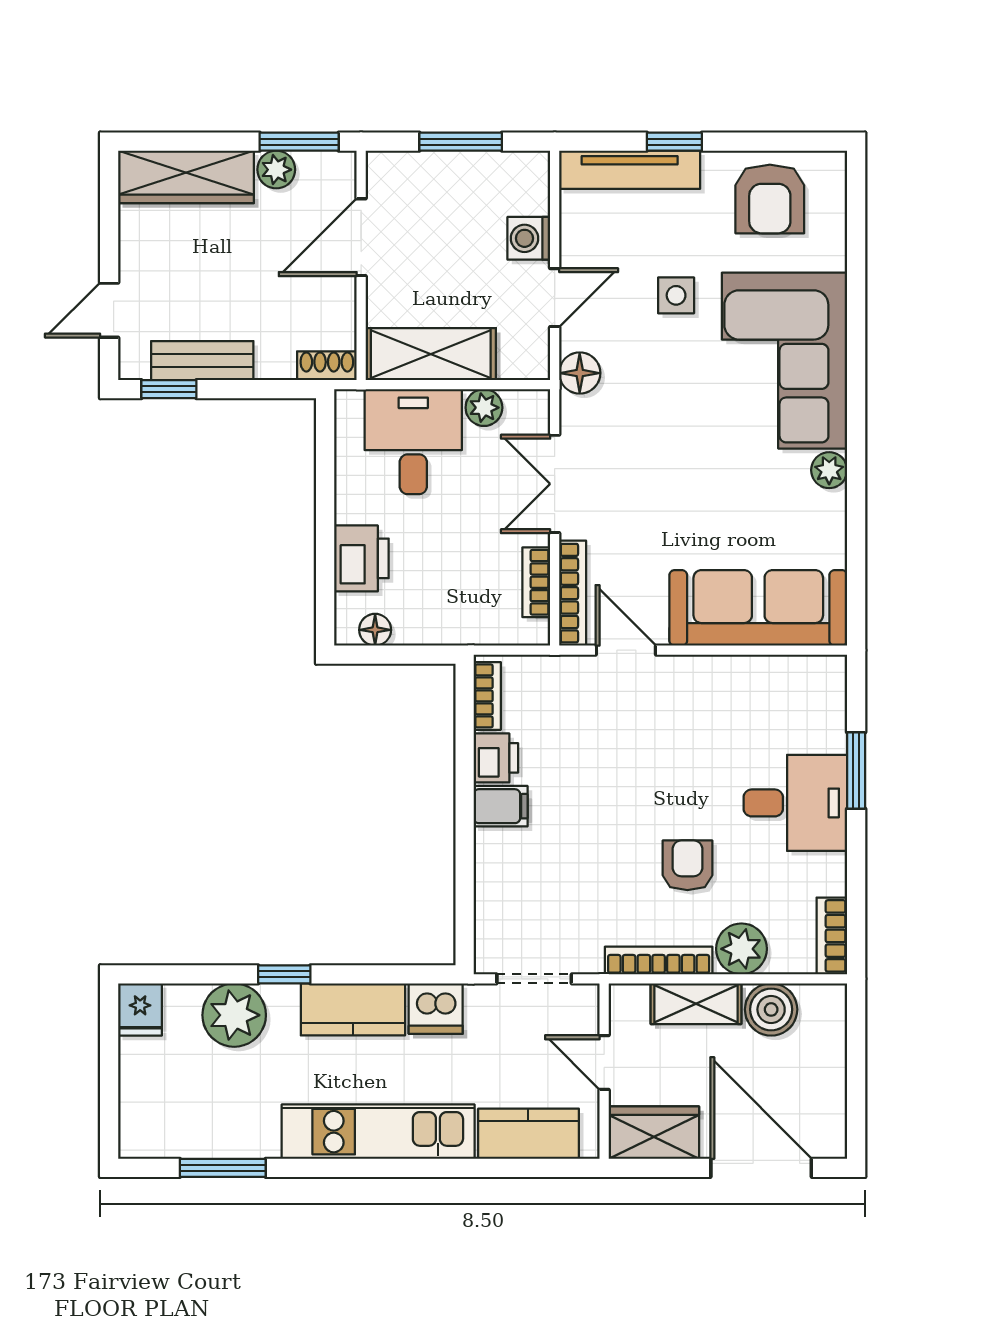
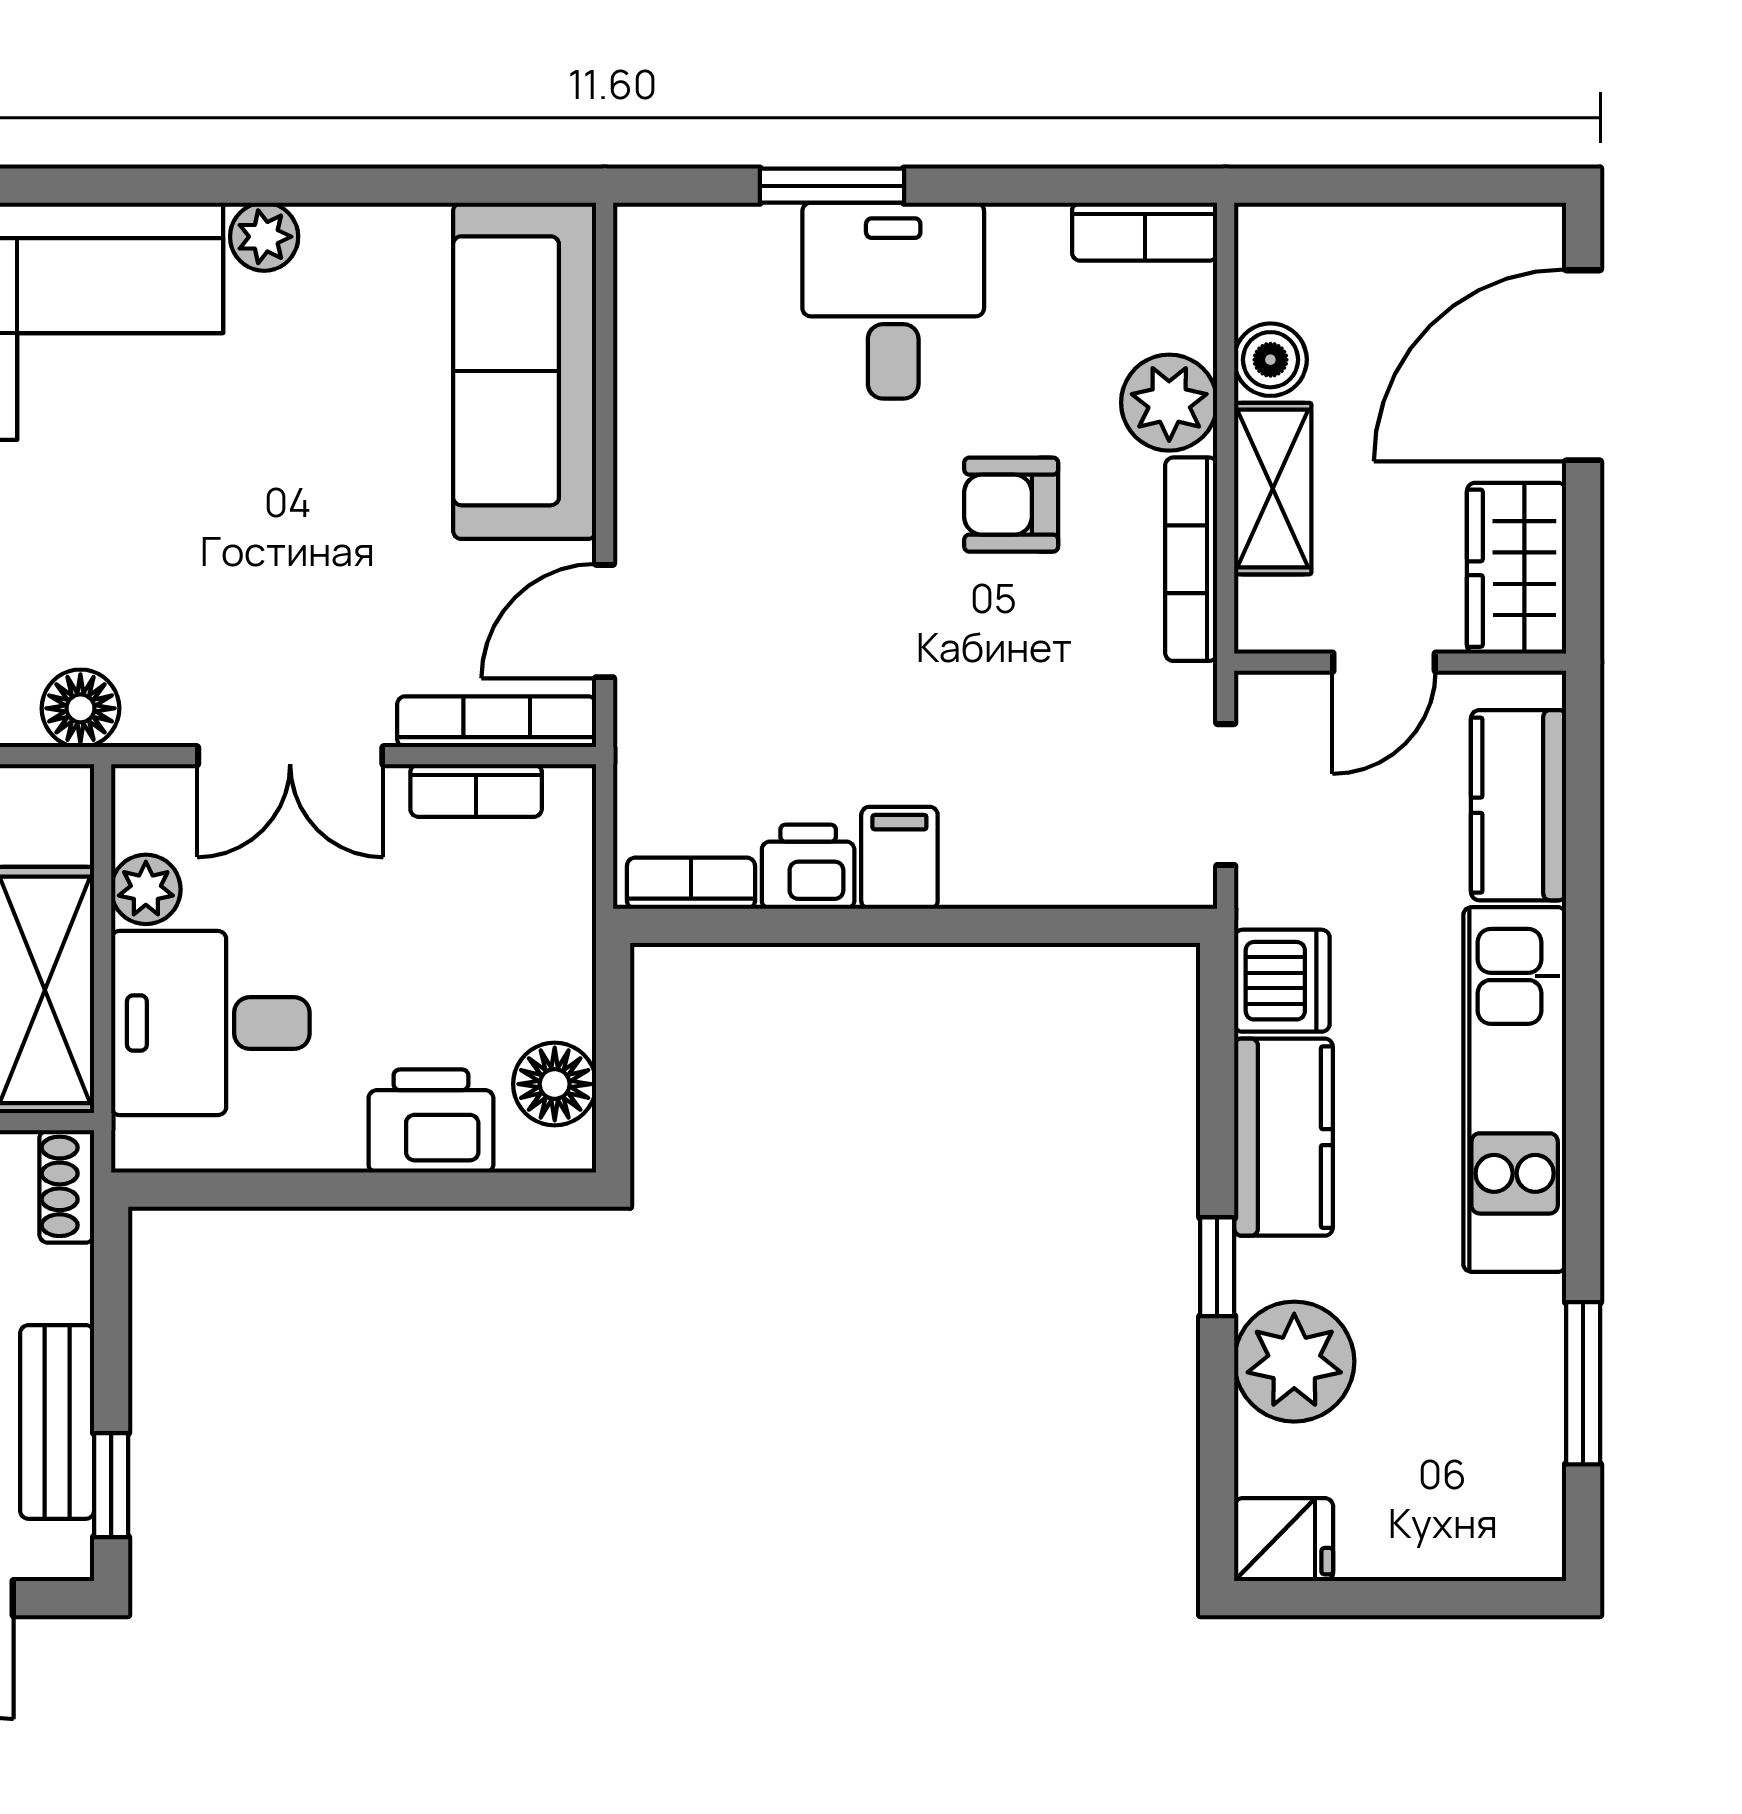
floor lamp: (375, 630) -> (555, 1084), width x1.37, depth x1.37
boiler: (771, 1009) -> (1270, 360), width x0.73, depth x0.73

